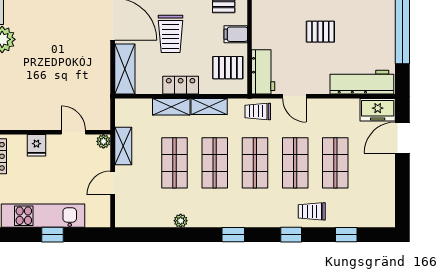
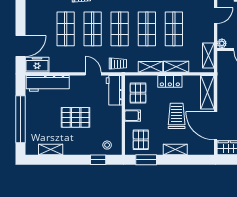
pallet: (320, 32) -> (76, 117), width x1.50, depth x1.42
pallet: (228, 68) -> (138, 93), turned 90
shelving: (123, 146) -> (208, 56), moved

